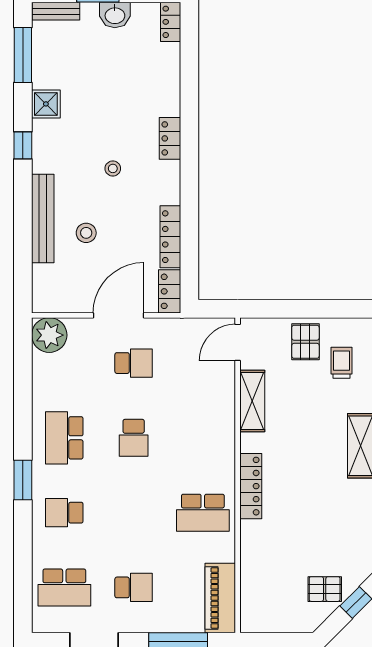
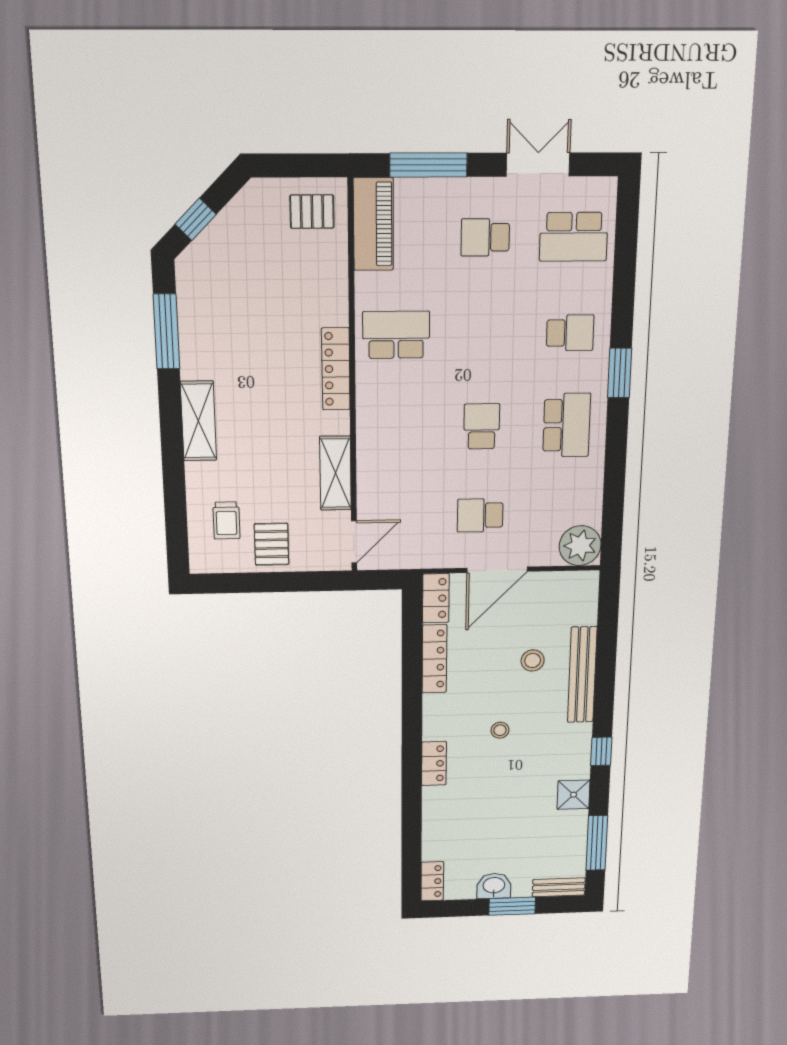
school desk: (64, 587) -> (574, 237), turned 180
pallet: (325, 589) -> (312, 212), moved

